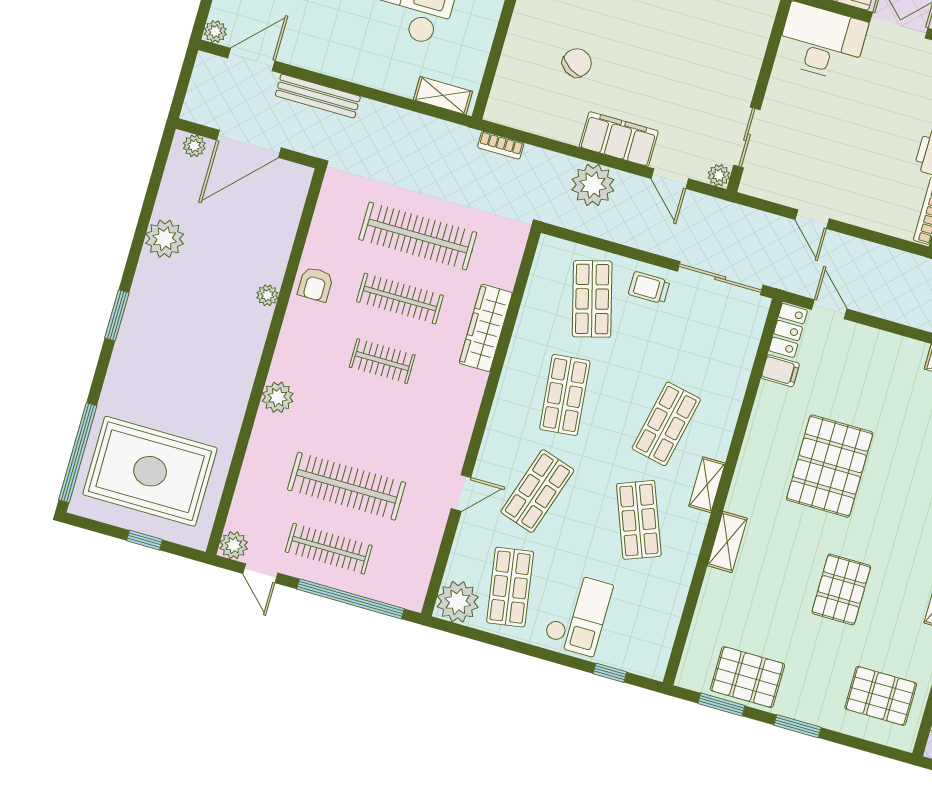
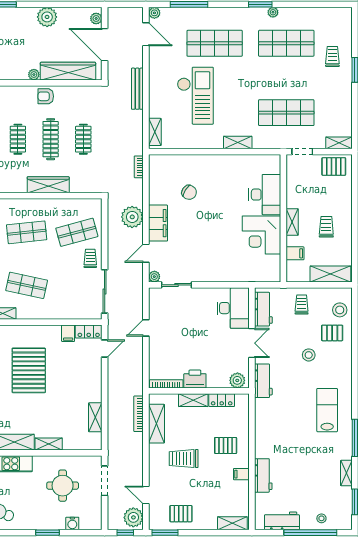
bench: (318, 96) -> (137, 89), moved
wardrobe: (279, 228) -> (68, 71), added
clothes rail: (418, 236) -> (83, 139), width x0.54, depth x0.76
pallet: (830, 466) -> (29, 370), turned 90

